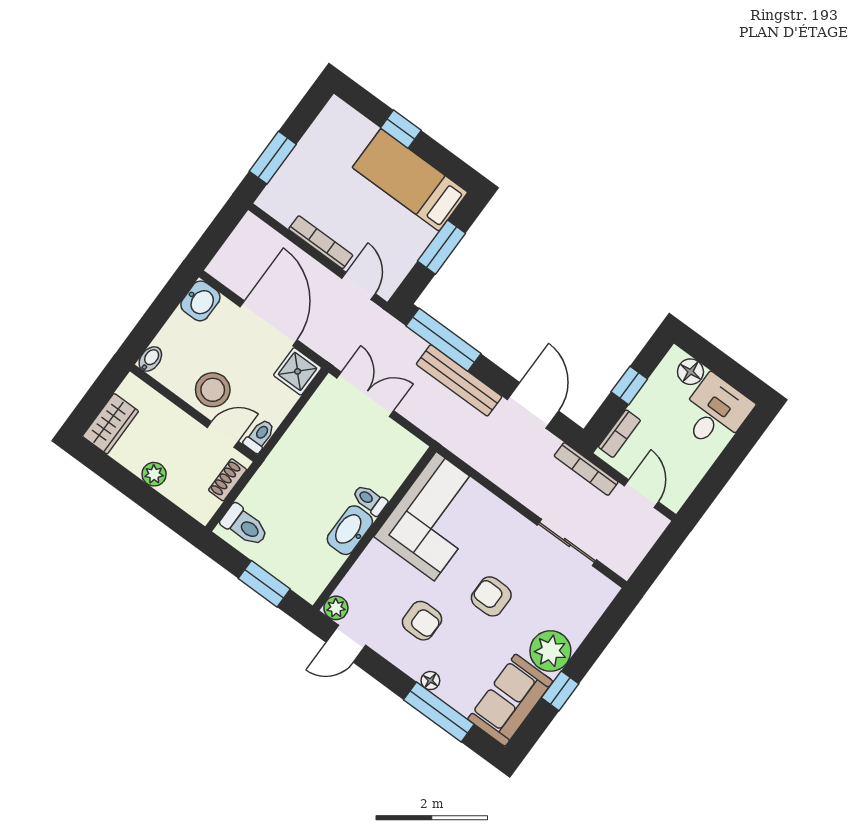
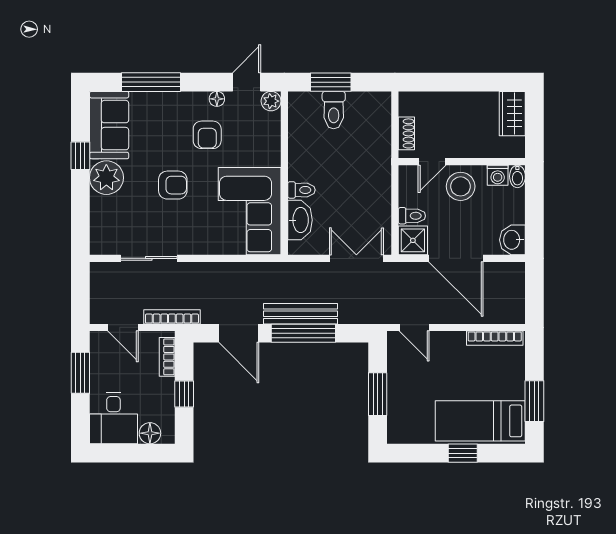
window: (273, 158) -> (534, 401), moved
bed: (410, 180) -> (480, 421), moved, turned 180
bookcase: (321, 242) -> (495, 338), moved
window: (444, 340) -> (303, 333), moved
washing machine: (169, 374) -> (498, 175), added
double door: (365, 394) -> (356, 258), swing flipped
toilet: (259, 436) -> (412, 216), moved, turned -90
plant: (154, 474) -> (458, 101), removed
window: (715, 480) -> (80, 373), added
toilet: (245, 525) -> (334, 110), moved, turned -90
washbasin: (350, 530) -> (300, 220), moved
armchair: (422, 621) -> (207, 135), turned -90
floor lamp: (430, 681) -> (217, 99), moved

